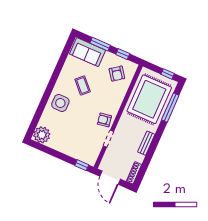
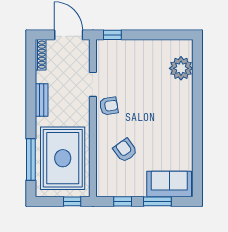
armchair: (117, 74) -> (125, 150), moved
window: (168, 74) -> (72, 201), moved
coffee table: (83, 85) -> (157, 138), removed
side table: (60, 103) -> (175, 103), removed
plant: (42, 135) -> (181, 68), moved

